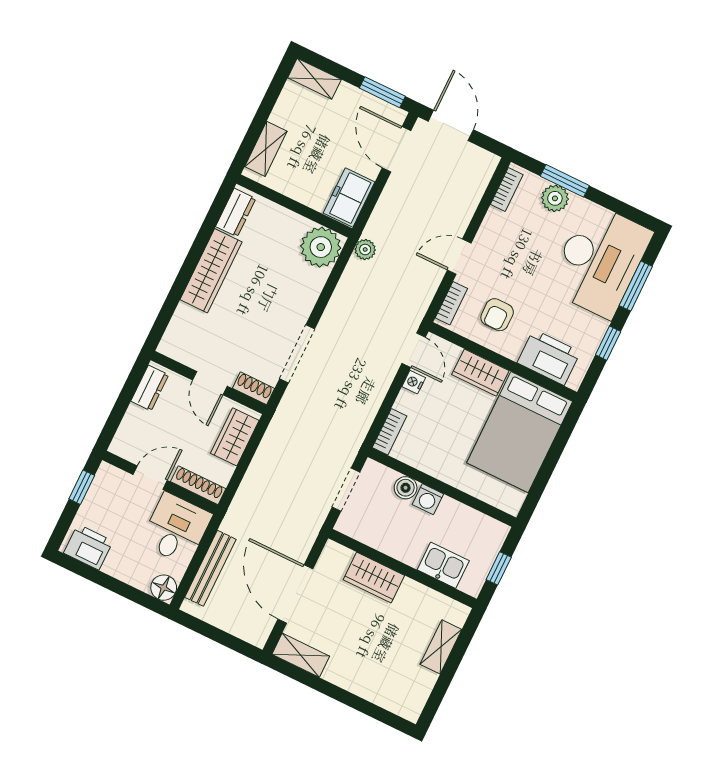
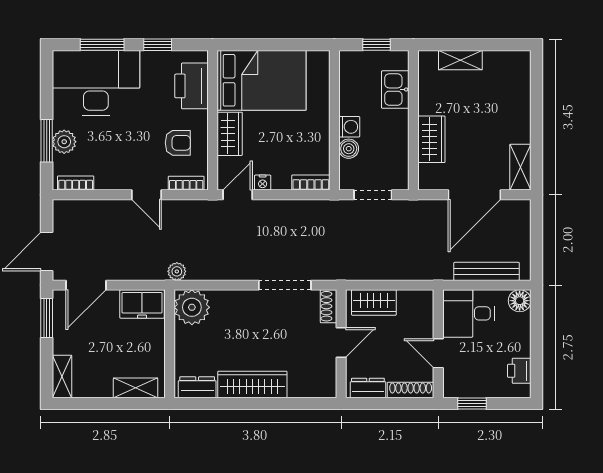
shoe rack: (198, 485) -> (411, 390), moved, turned 90
printer: (88, 547) -> (519, 371), width x0.73, depth x0.81

